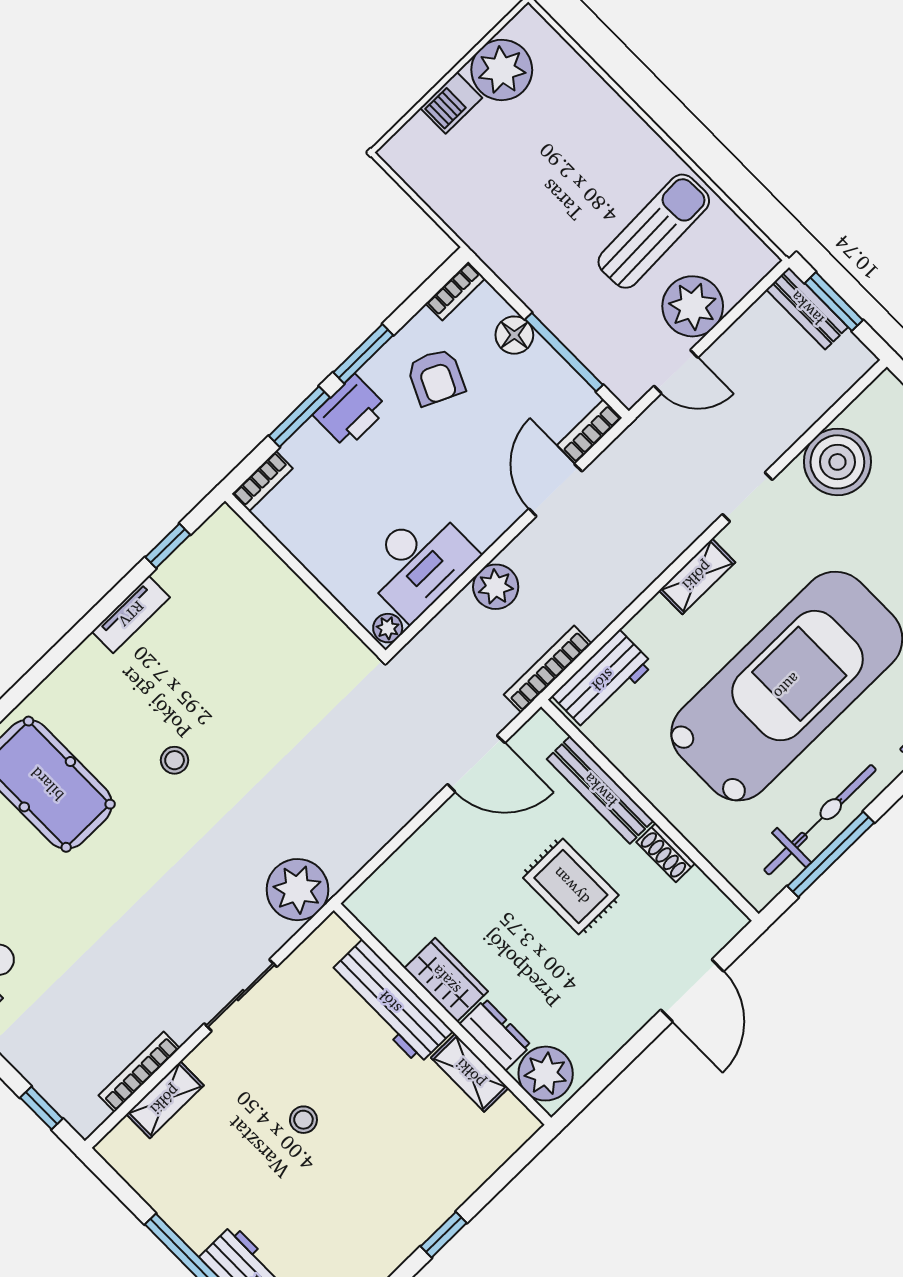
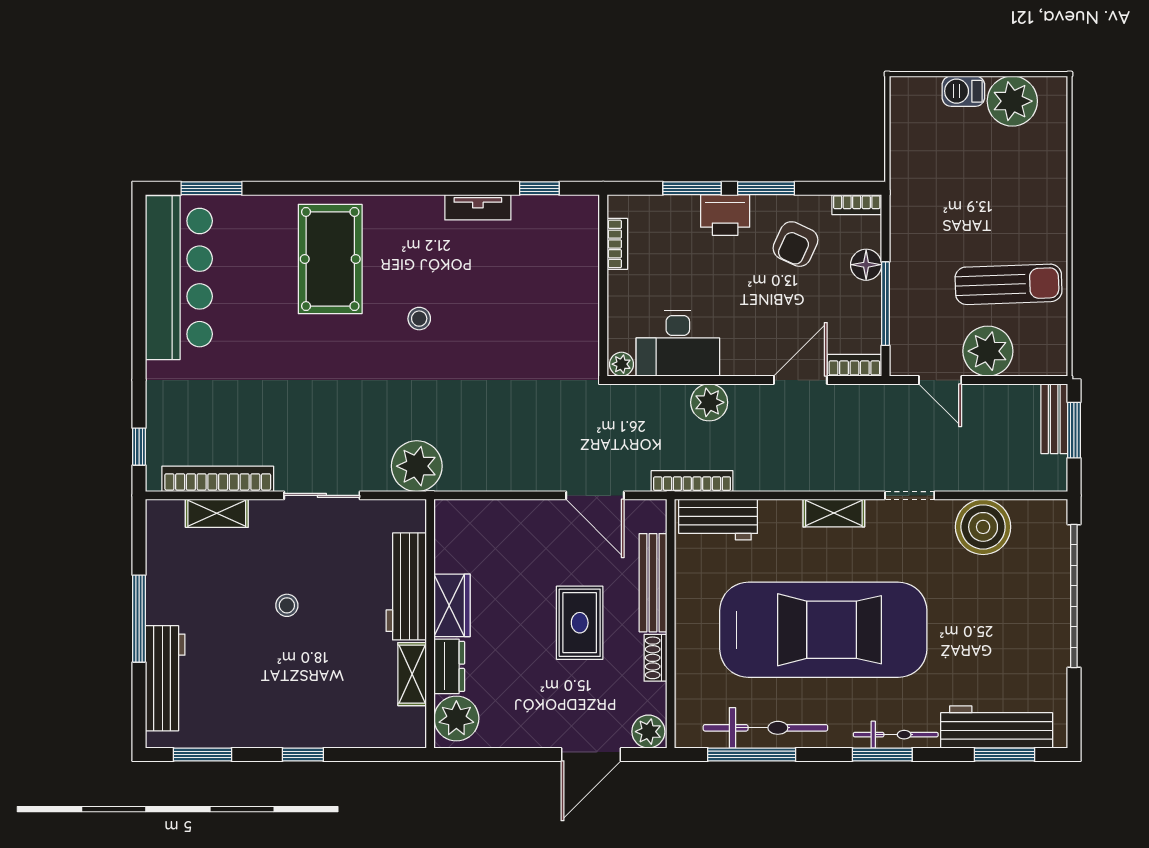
bookcase: (262, 481) -> (617, 244), moved, turned -90
plant: (722, 922) -> (648, 732), added
bookcase: (139, 1072) -> (218, 479), width x1.48, depth x1.31

